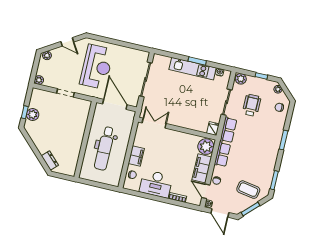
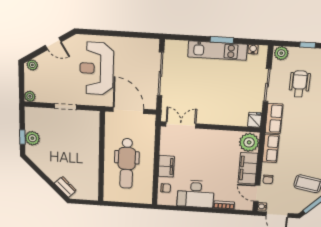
reception desk: (97, 67) -> (97, 69), turned 180

